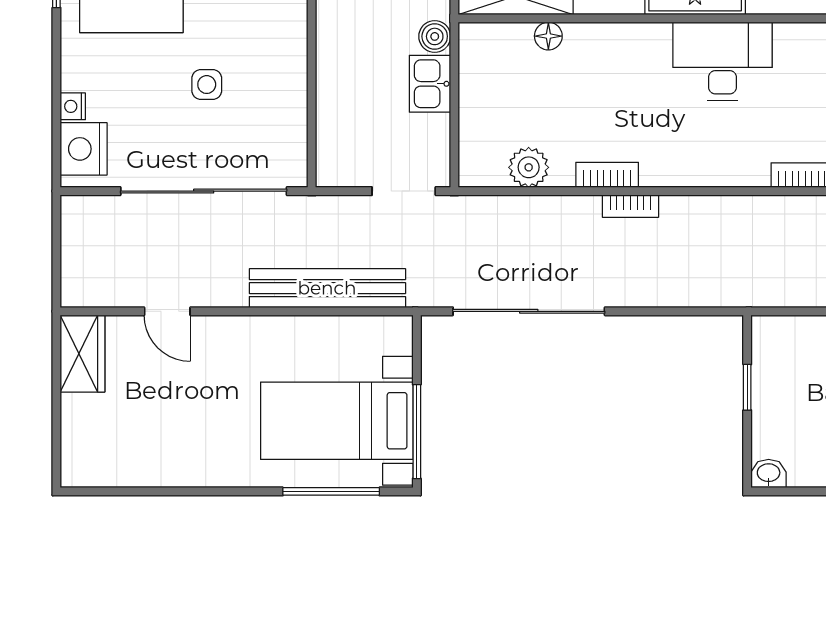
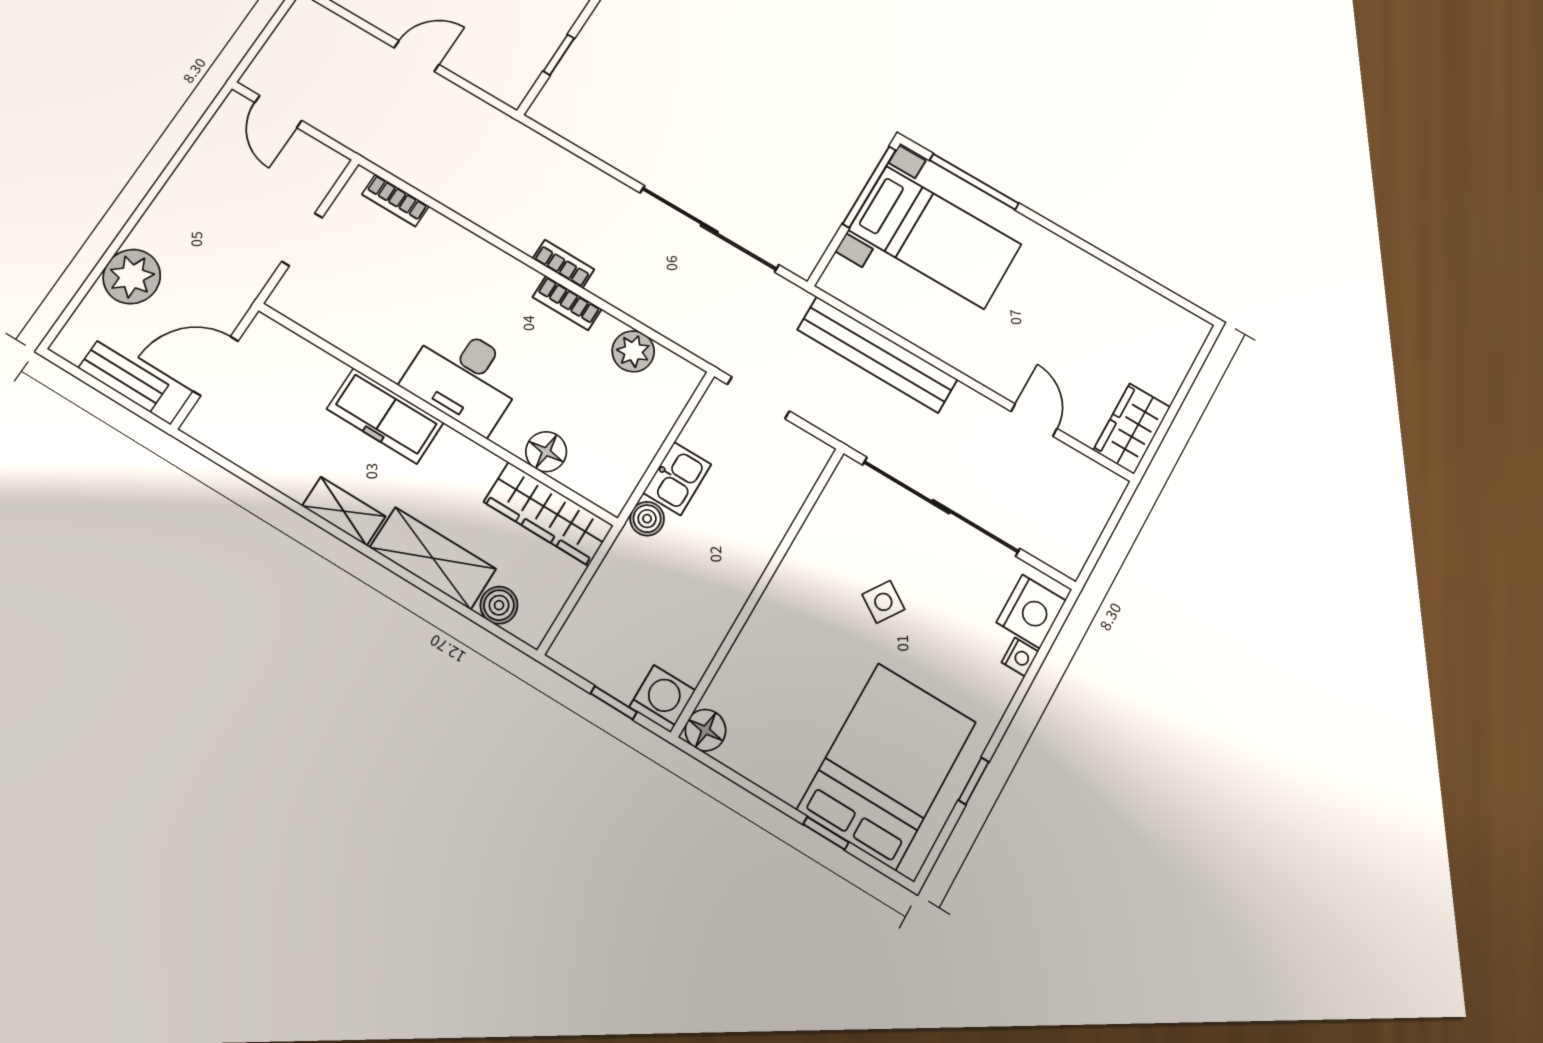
floor lamp: (548, 36) -> (546, 452), width x1.37, depth x1.37
desk: (723, 61) -> (464, 378), moved
side table: (207, 85) -> (883, 602), turned 33

